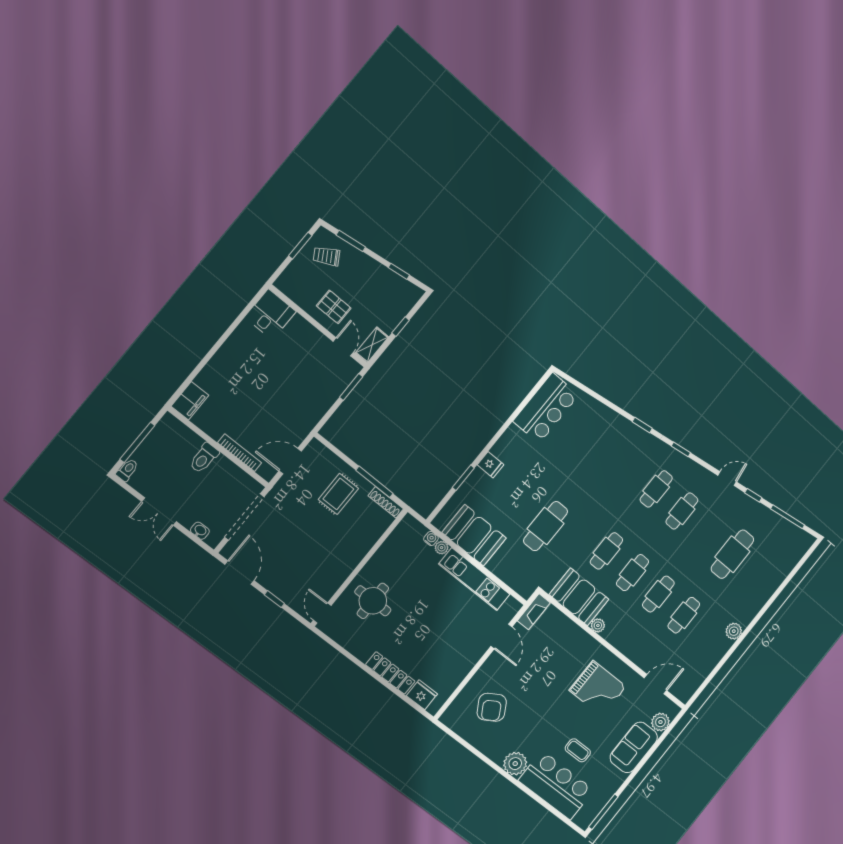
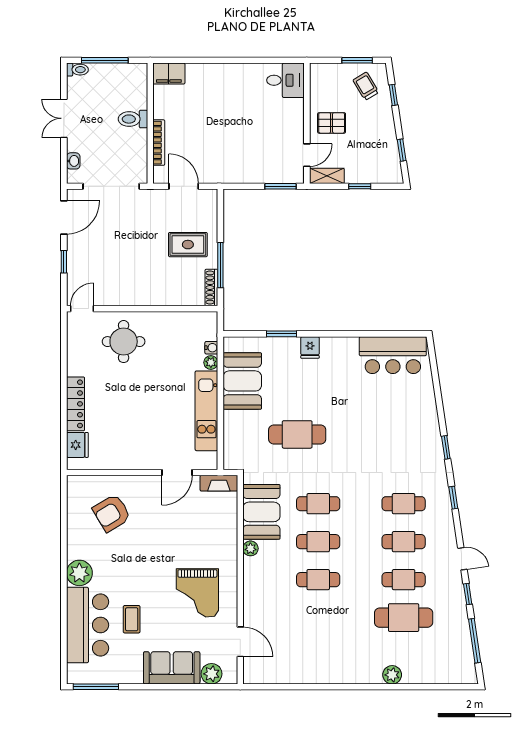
window: (351, 241) -> (393, 95), width x0.67
pallet: (334, 307) -> (332, 123), turned 90
cafe table: (684, 615) -> (404, 580), moved
plant: (734, 631) -> (392, 675), moved

